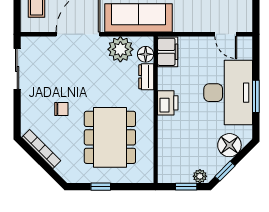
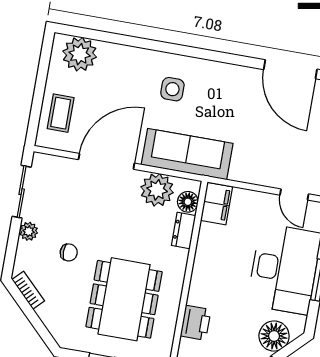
plant: (28, 98) -> (29, 231), added
printer: (168, 103) -> (196, 323), moved
bookcase: (41, 149) -> (28, 290), width x0.64

